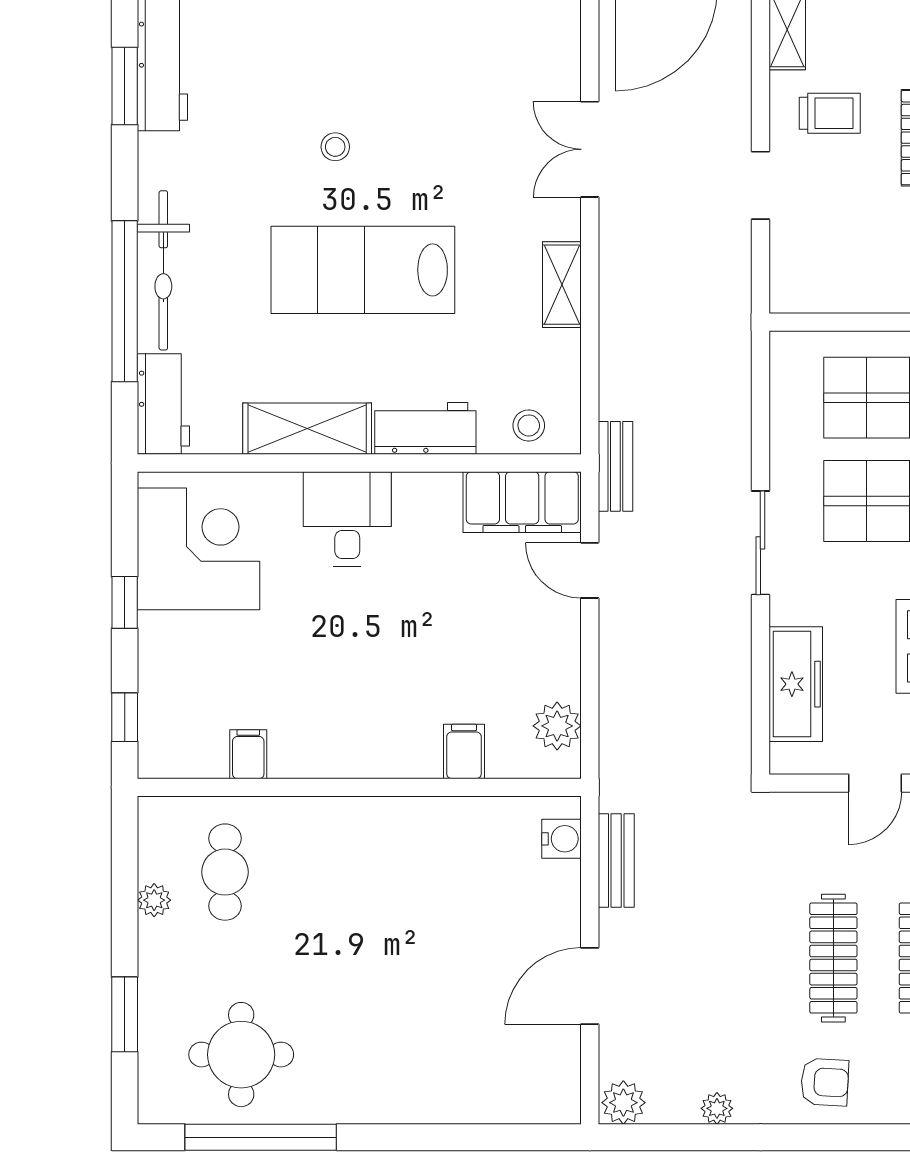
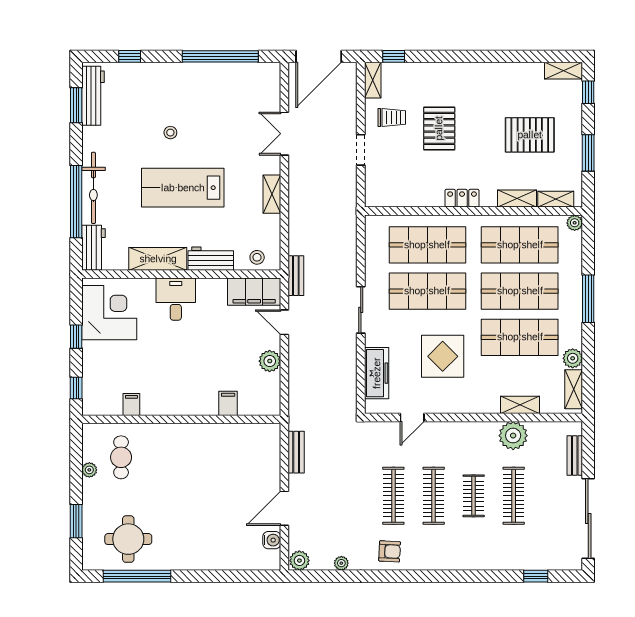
plant: (557, 726) -> (270, 361), moved
water cooler: (562, 839) -> (272, 540), moved

